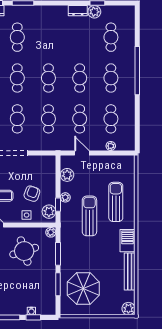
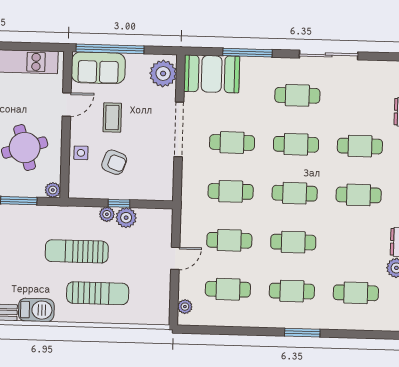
cafe table: (48, 37) -> (359, 195), added
window: (137, 71) -> (302, 333), width x0.47
plant: (111, 146) -> (185, 307), moved
door: (82, 153) -> (175, 258), moved
plant: (67, 175) -> (126, 218), moved
window: (58, 205) -> (119, 203), moved
plant: (49, 212) -> (85, 188), removed
sun lounger: (89, 216) -> (77, 251), turned 180

